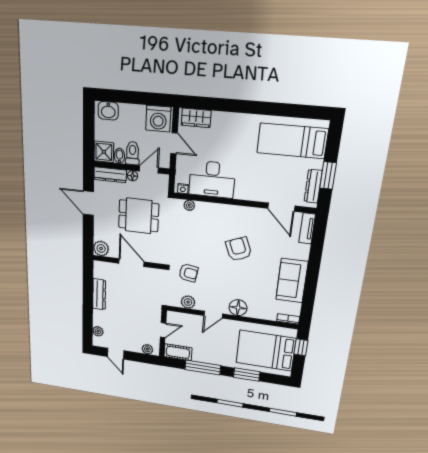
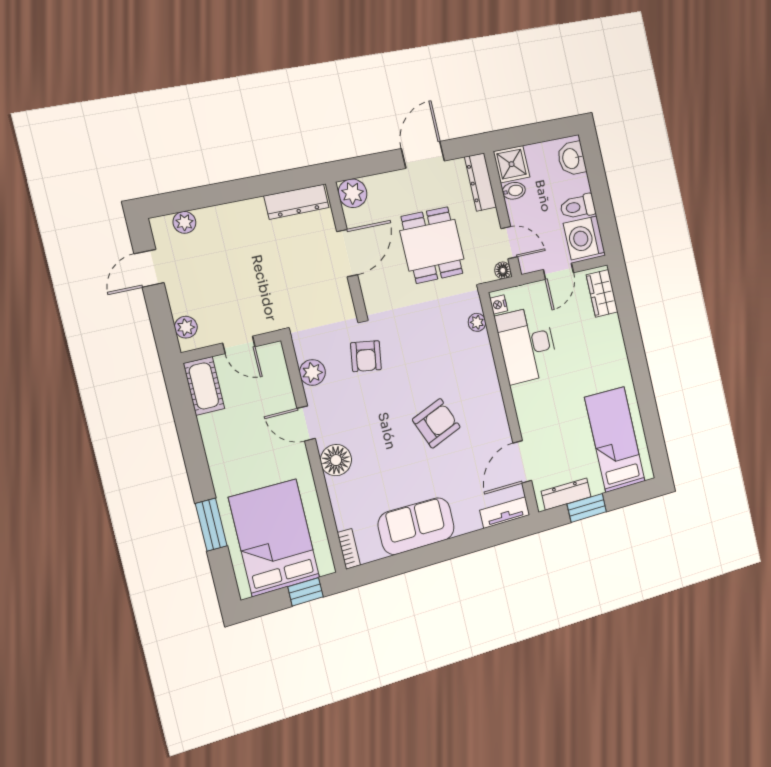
toilet: (132, 153) -> (578, 207), moved, turned 180
floor lamp: (132, 176) -> (503, 270), moved
dresser: (99, 294) -> (297, 202), moved
window: (203, 368) -> (191, 442), removed

